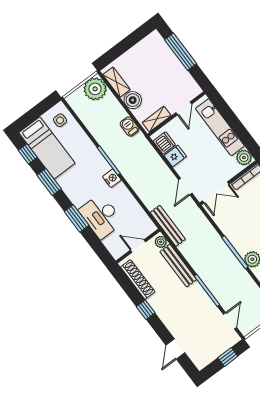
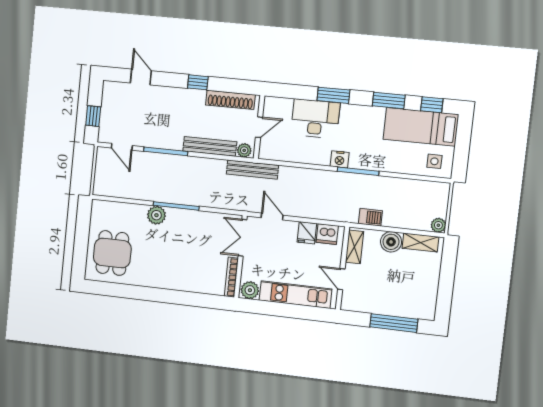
plant: (95, 89) -> (438, 225), width x0.53, depth x0.53

